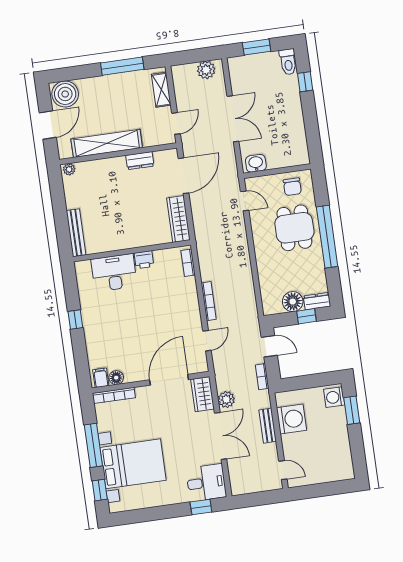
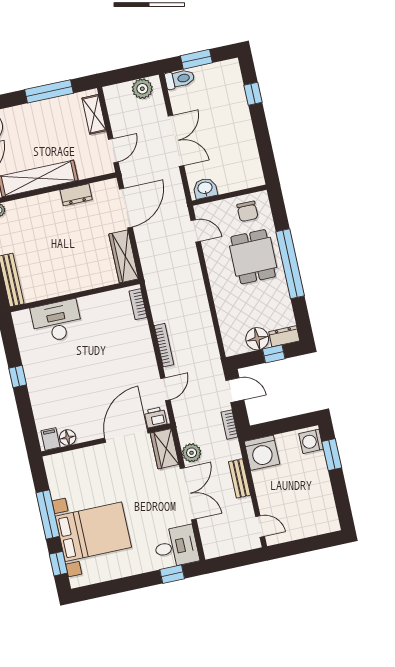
toilet: (288, 62) -> (180, 79), moved, turned -90
printer: (144, 260) -> (156, 417), moved, turned 180
bookcase: (114, 395) -> (66, 457), removed
washing machine: (292, 419) -> (262, 453), moved, turned 90

